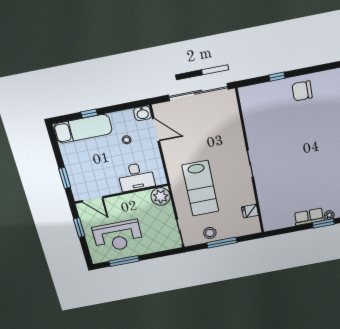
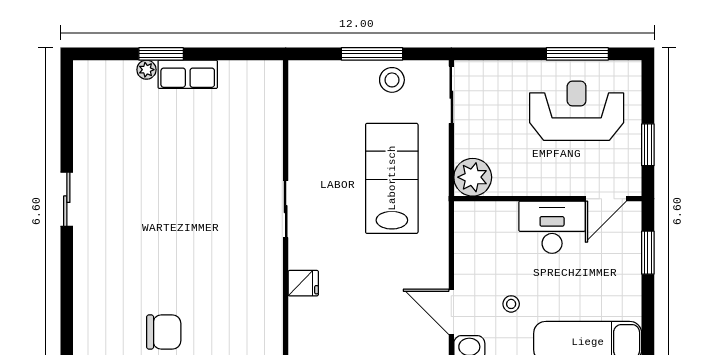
desk: (136, 177) -> (552, 227), moved
door: (93, 199) -> (606, 199), swing flipped
fridge: (250, 211) -> (303, 283), moved

